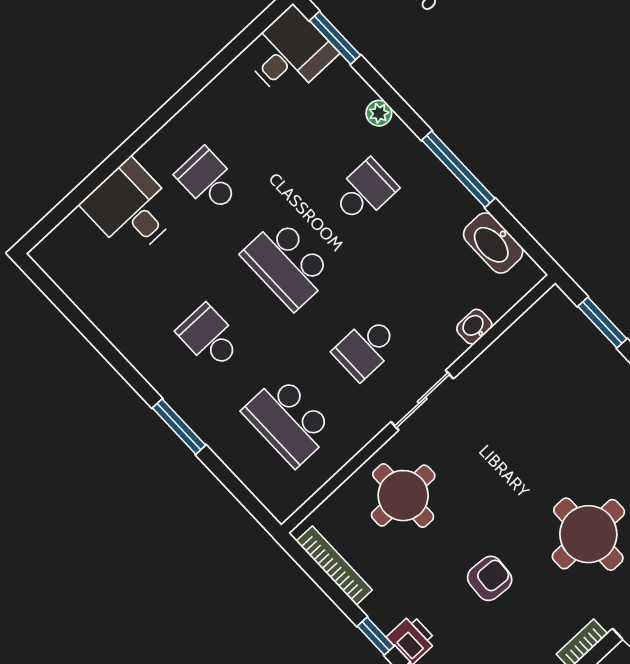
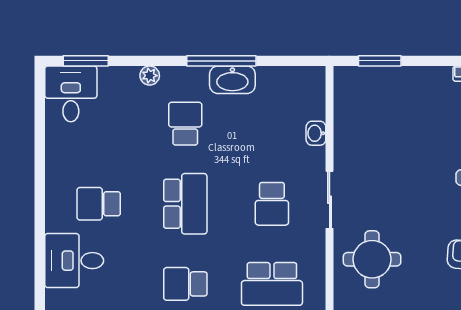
washbasin: (493, 243) -> (232, 80), moved
school desk: (287, 264) -> (185, 204), turned -90

